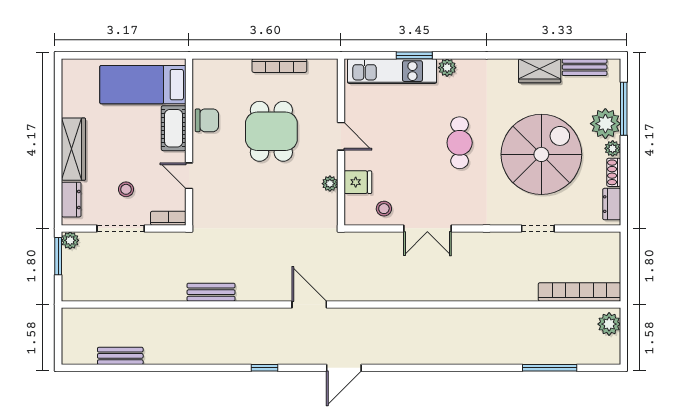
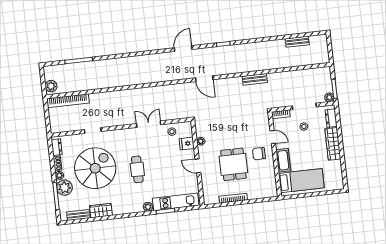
chair: (207, 120) -> (259, 154), moved
spiral stairs: (541, 154) -> (95, 168), turned 180

